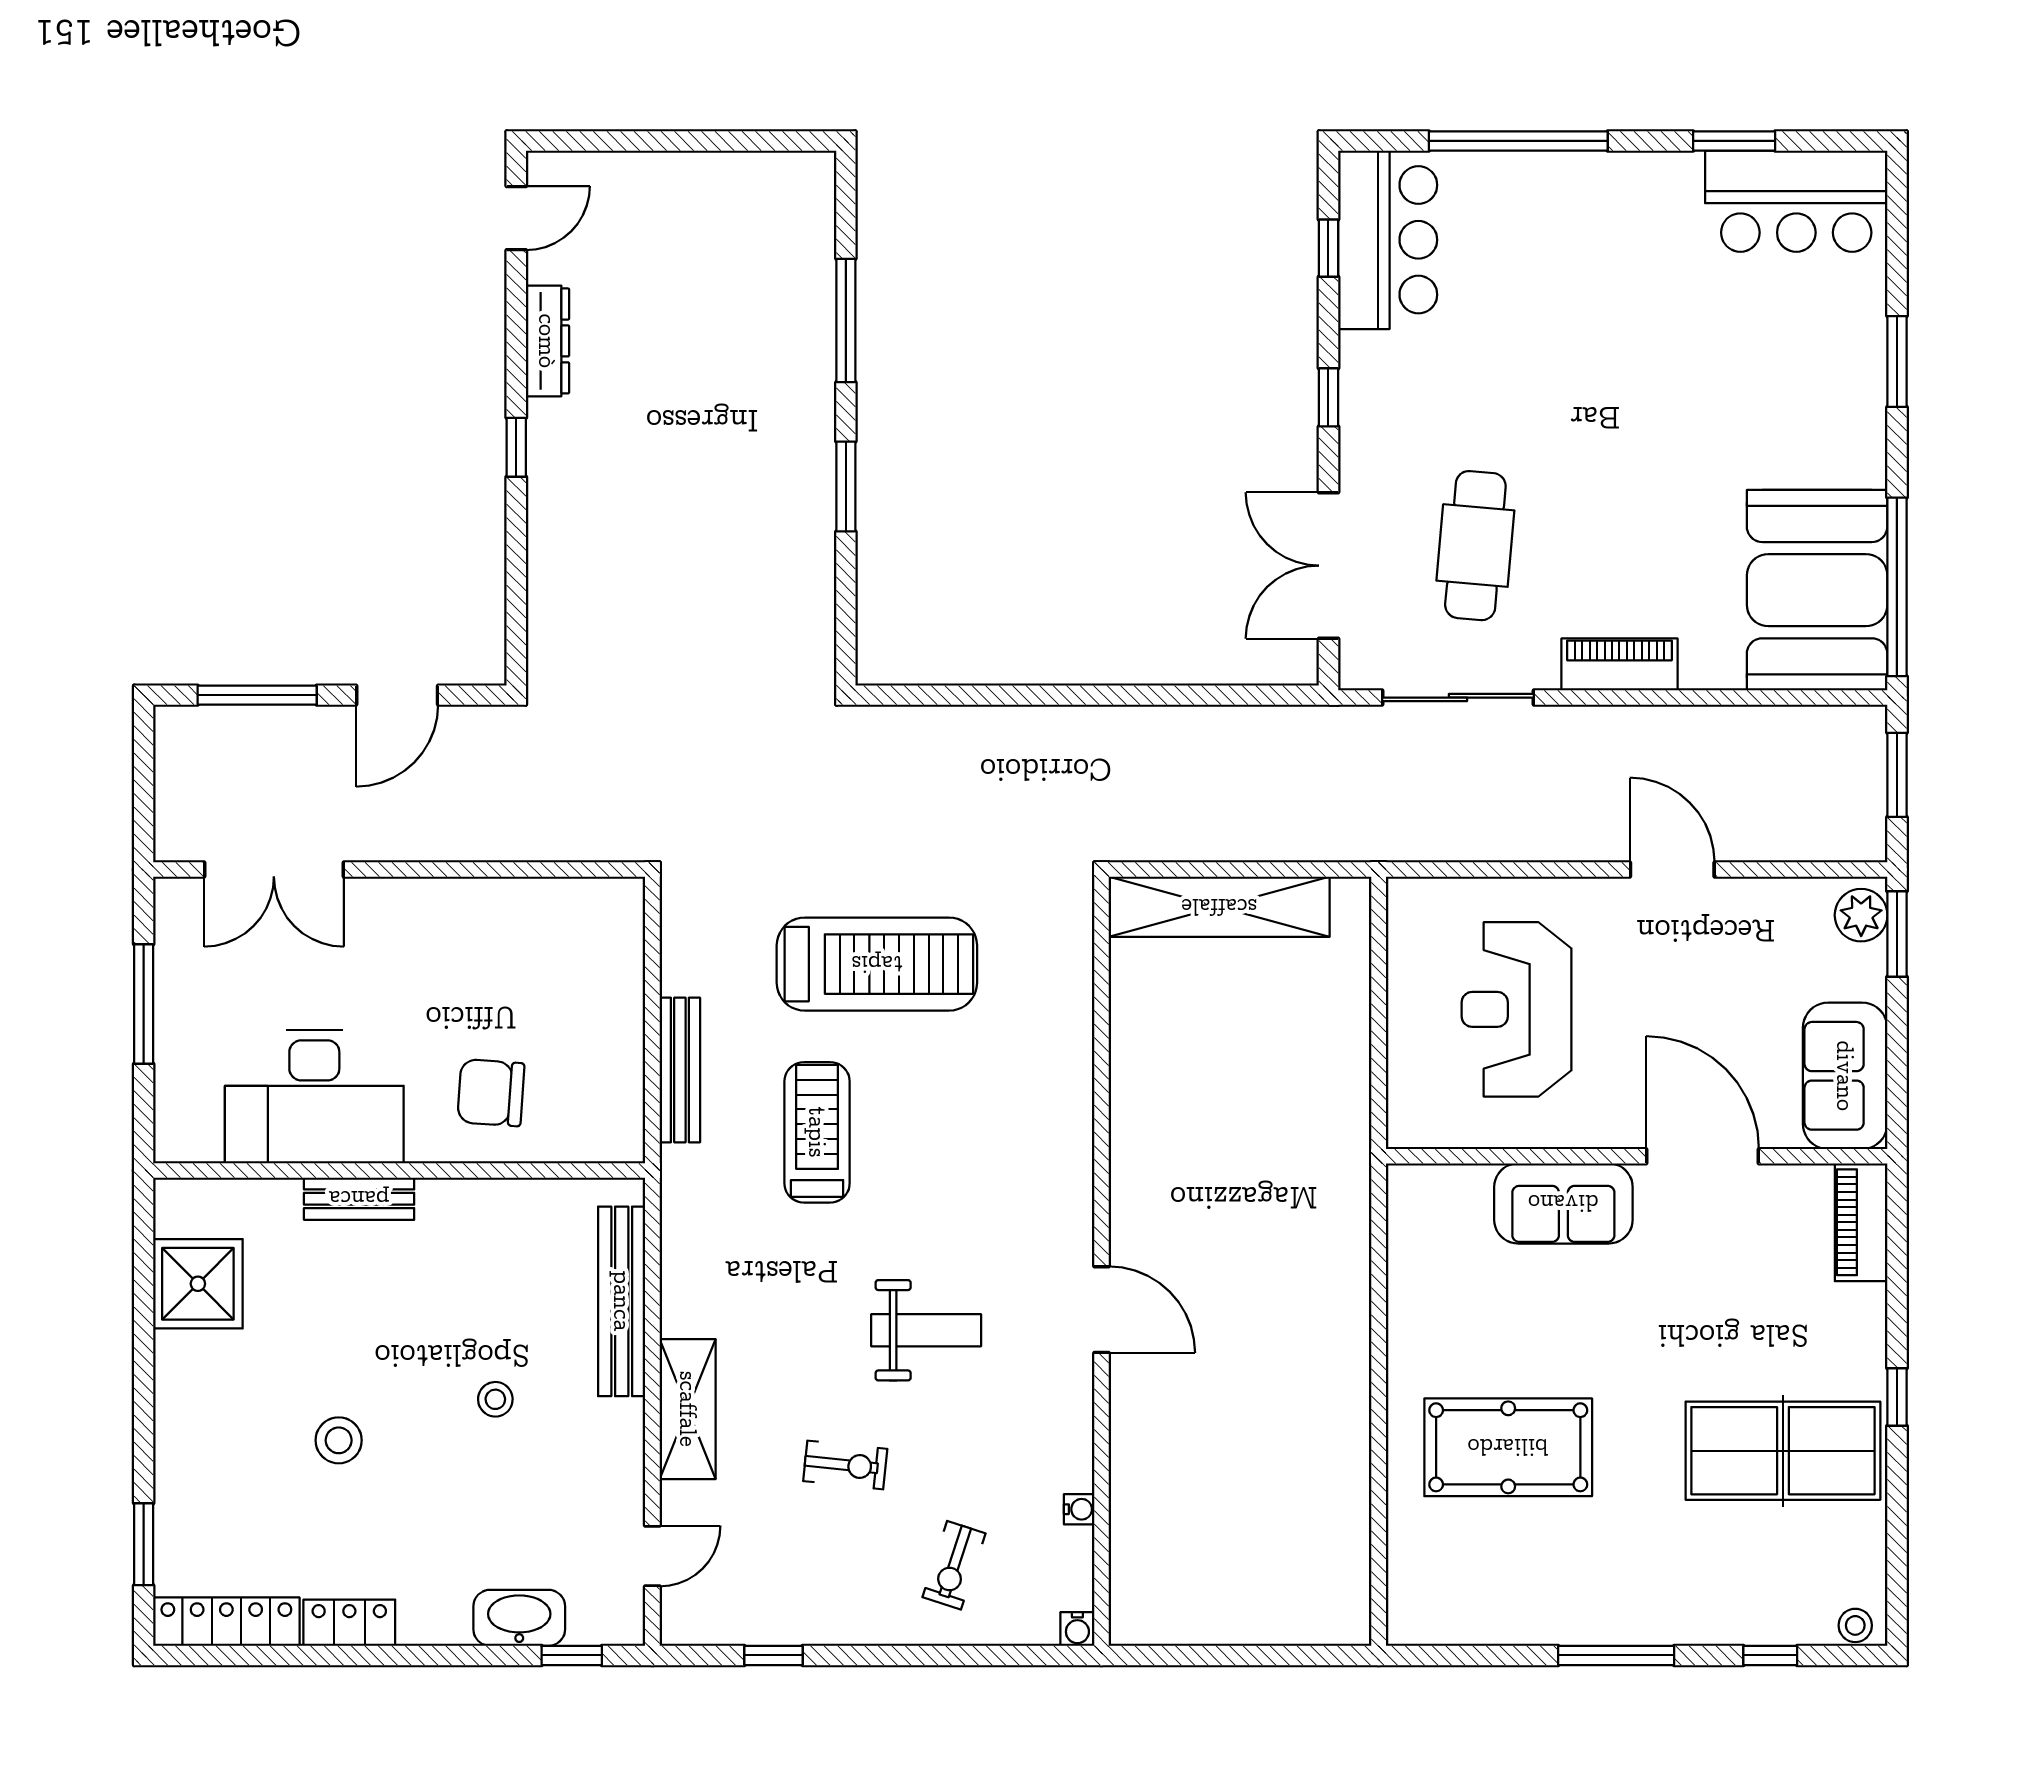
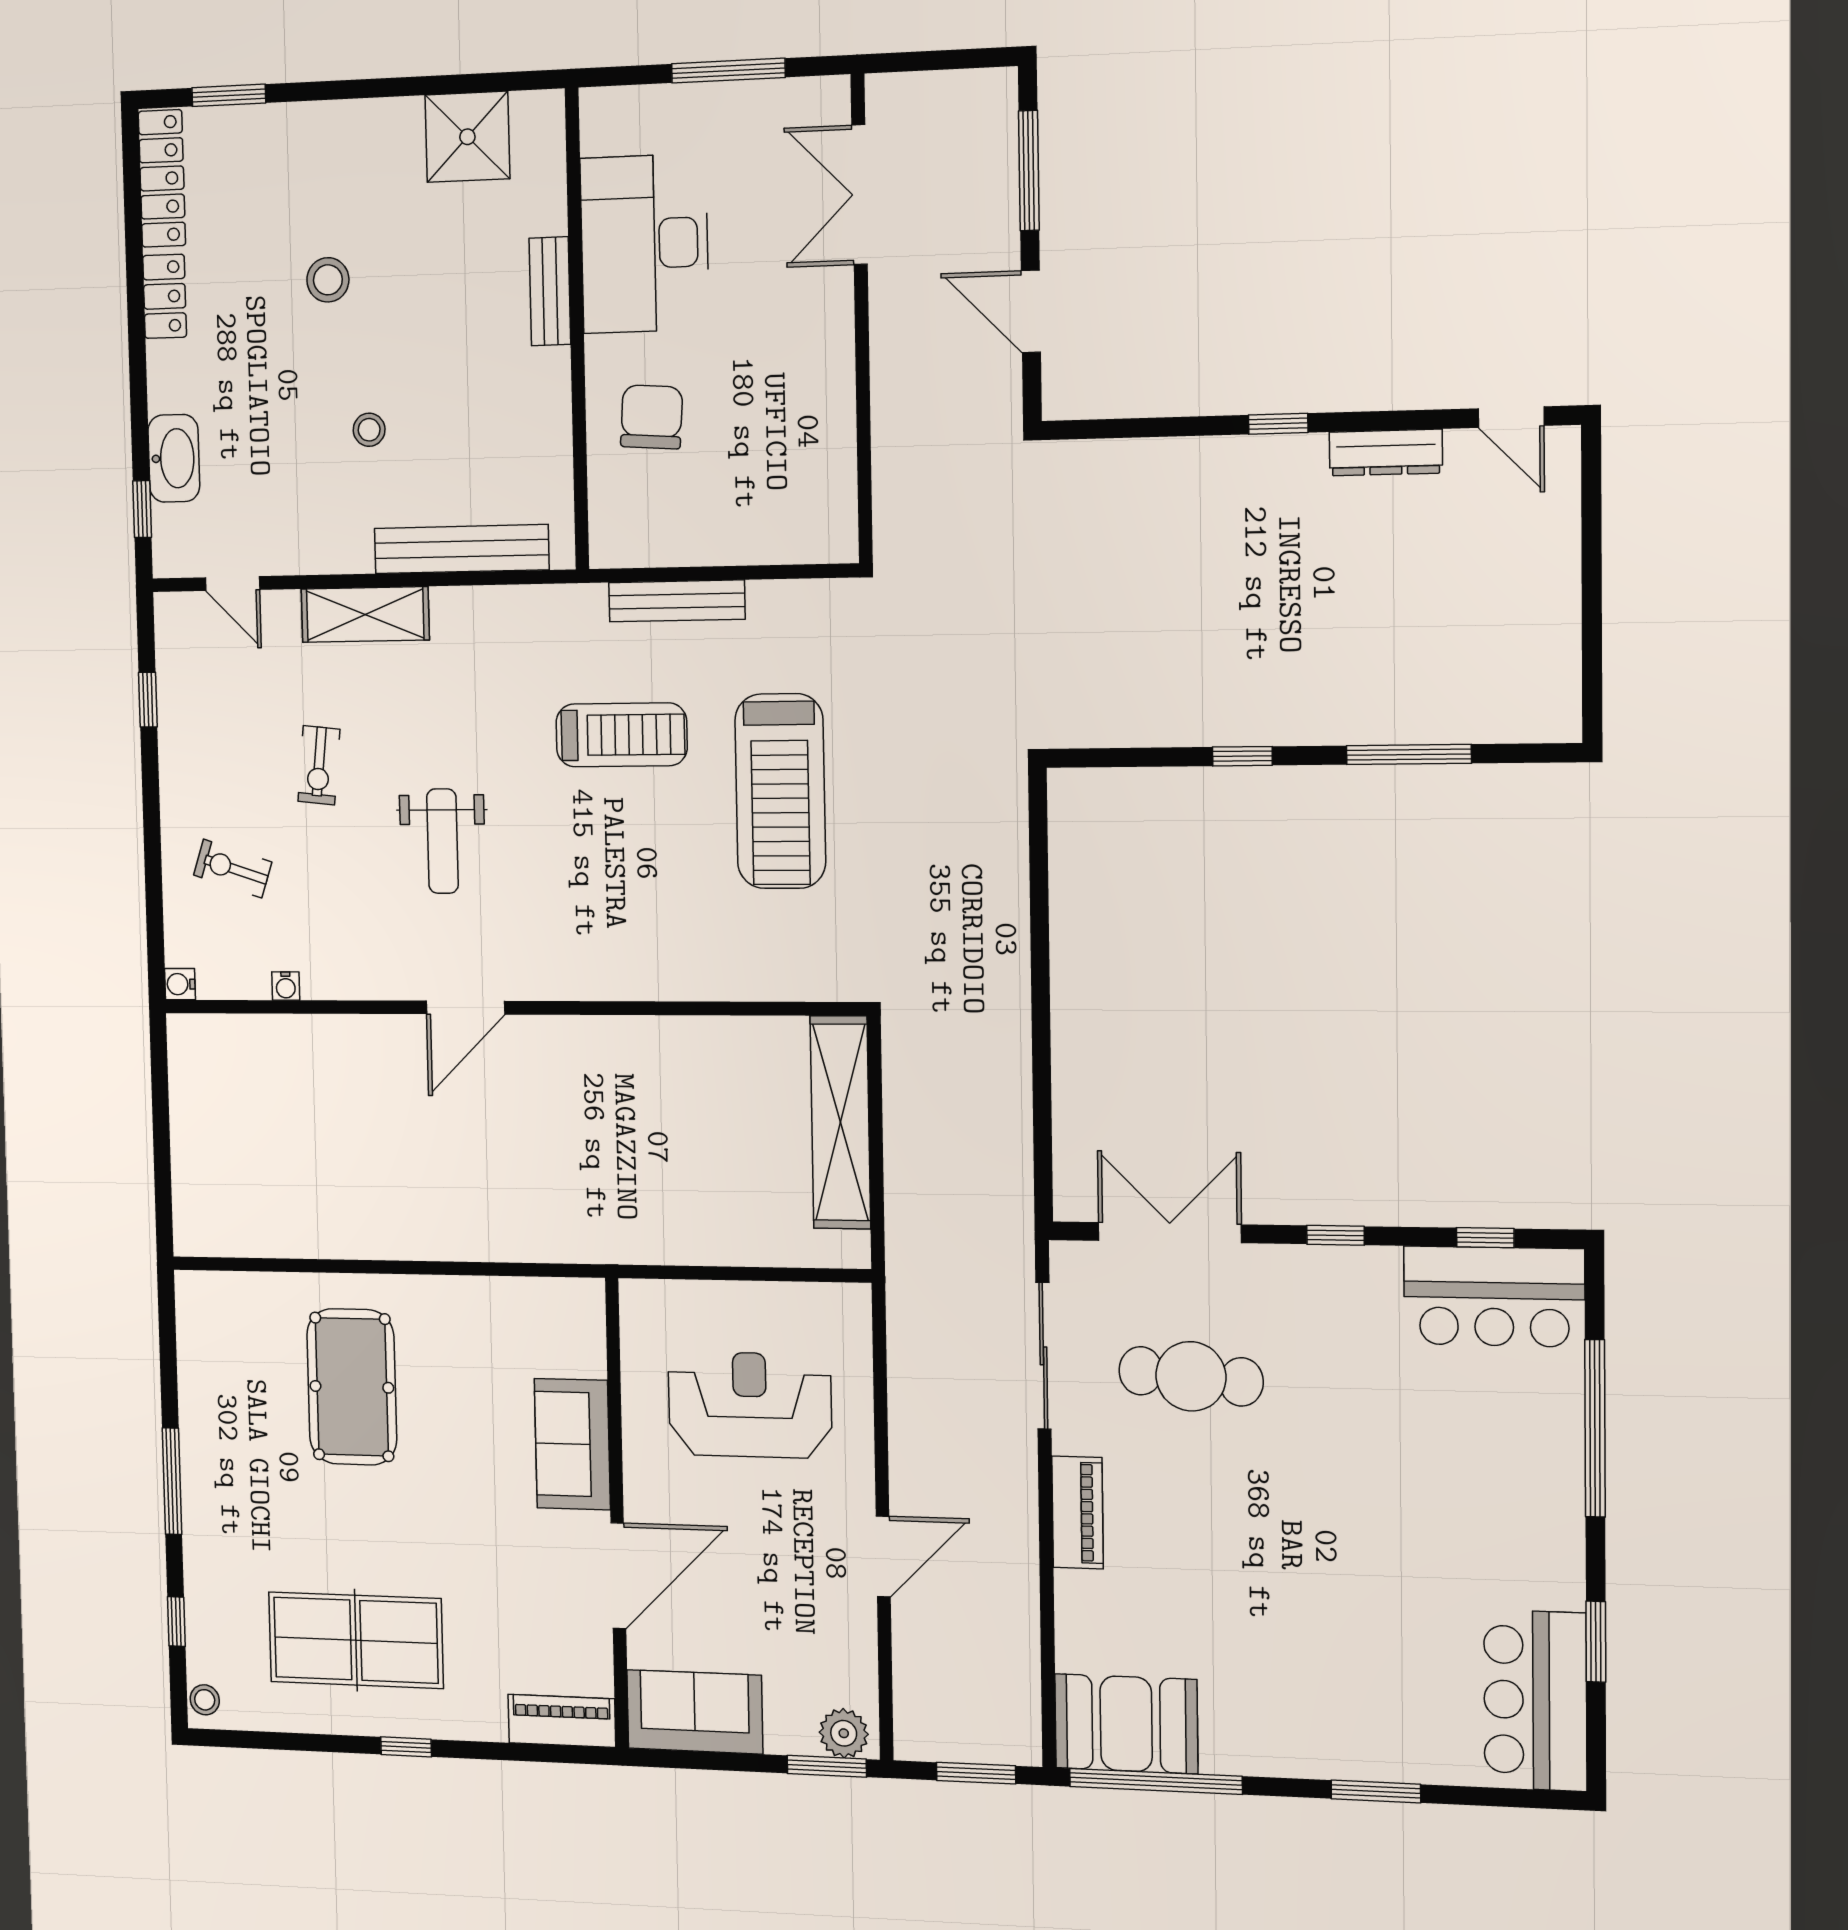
window: (846, 486) -> (1242, 756), width x0.67
booth: (1817, 590) -> (1126, 1724), width x0.73, depth x0.70
table tennis table: (1783, 1451) -> (356, 1640), turned 90

